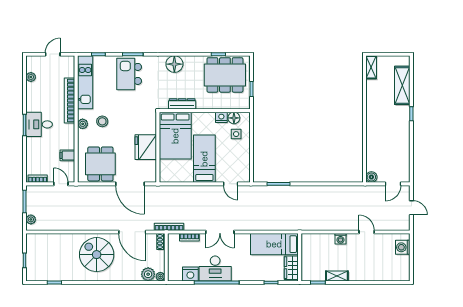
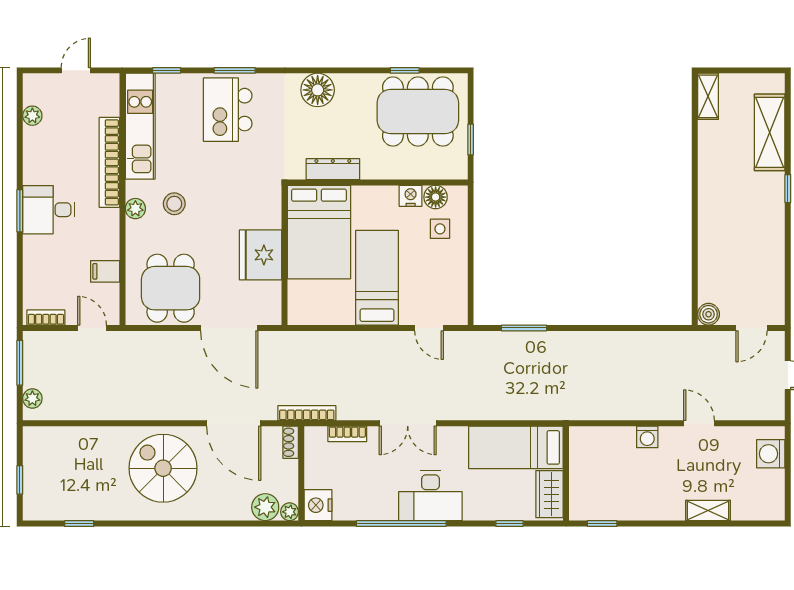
desk: (215, 268) -> (430, 496), moved
nightstand: (190, 274) -> (318, 505), moved, turned 90
shelving: (337, 276) -> (708, 511), moved

